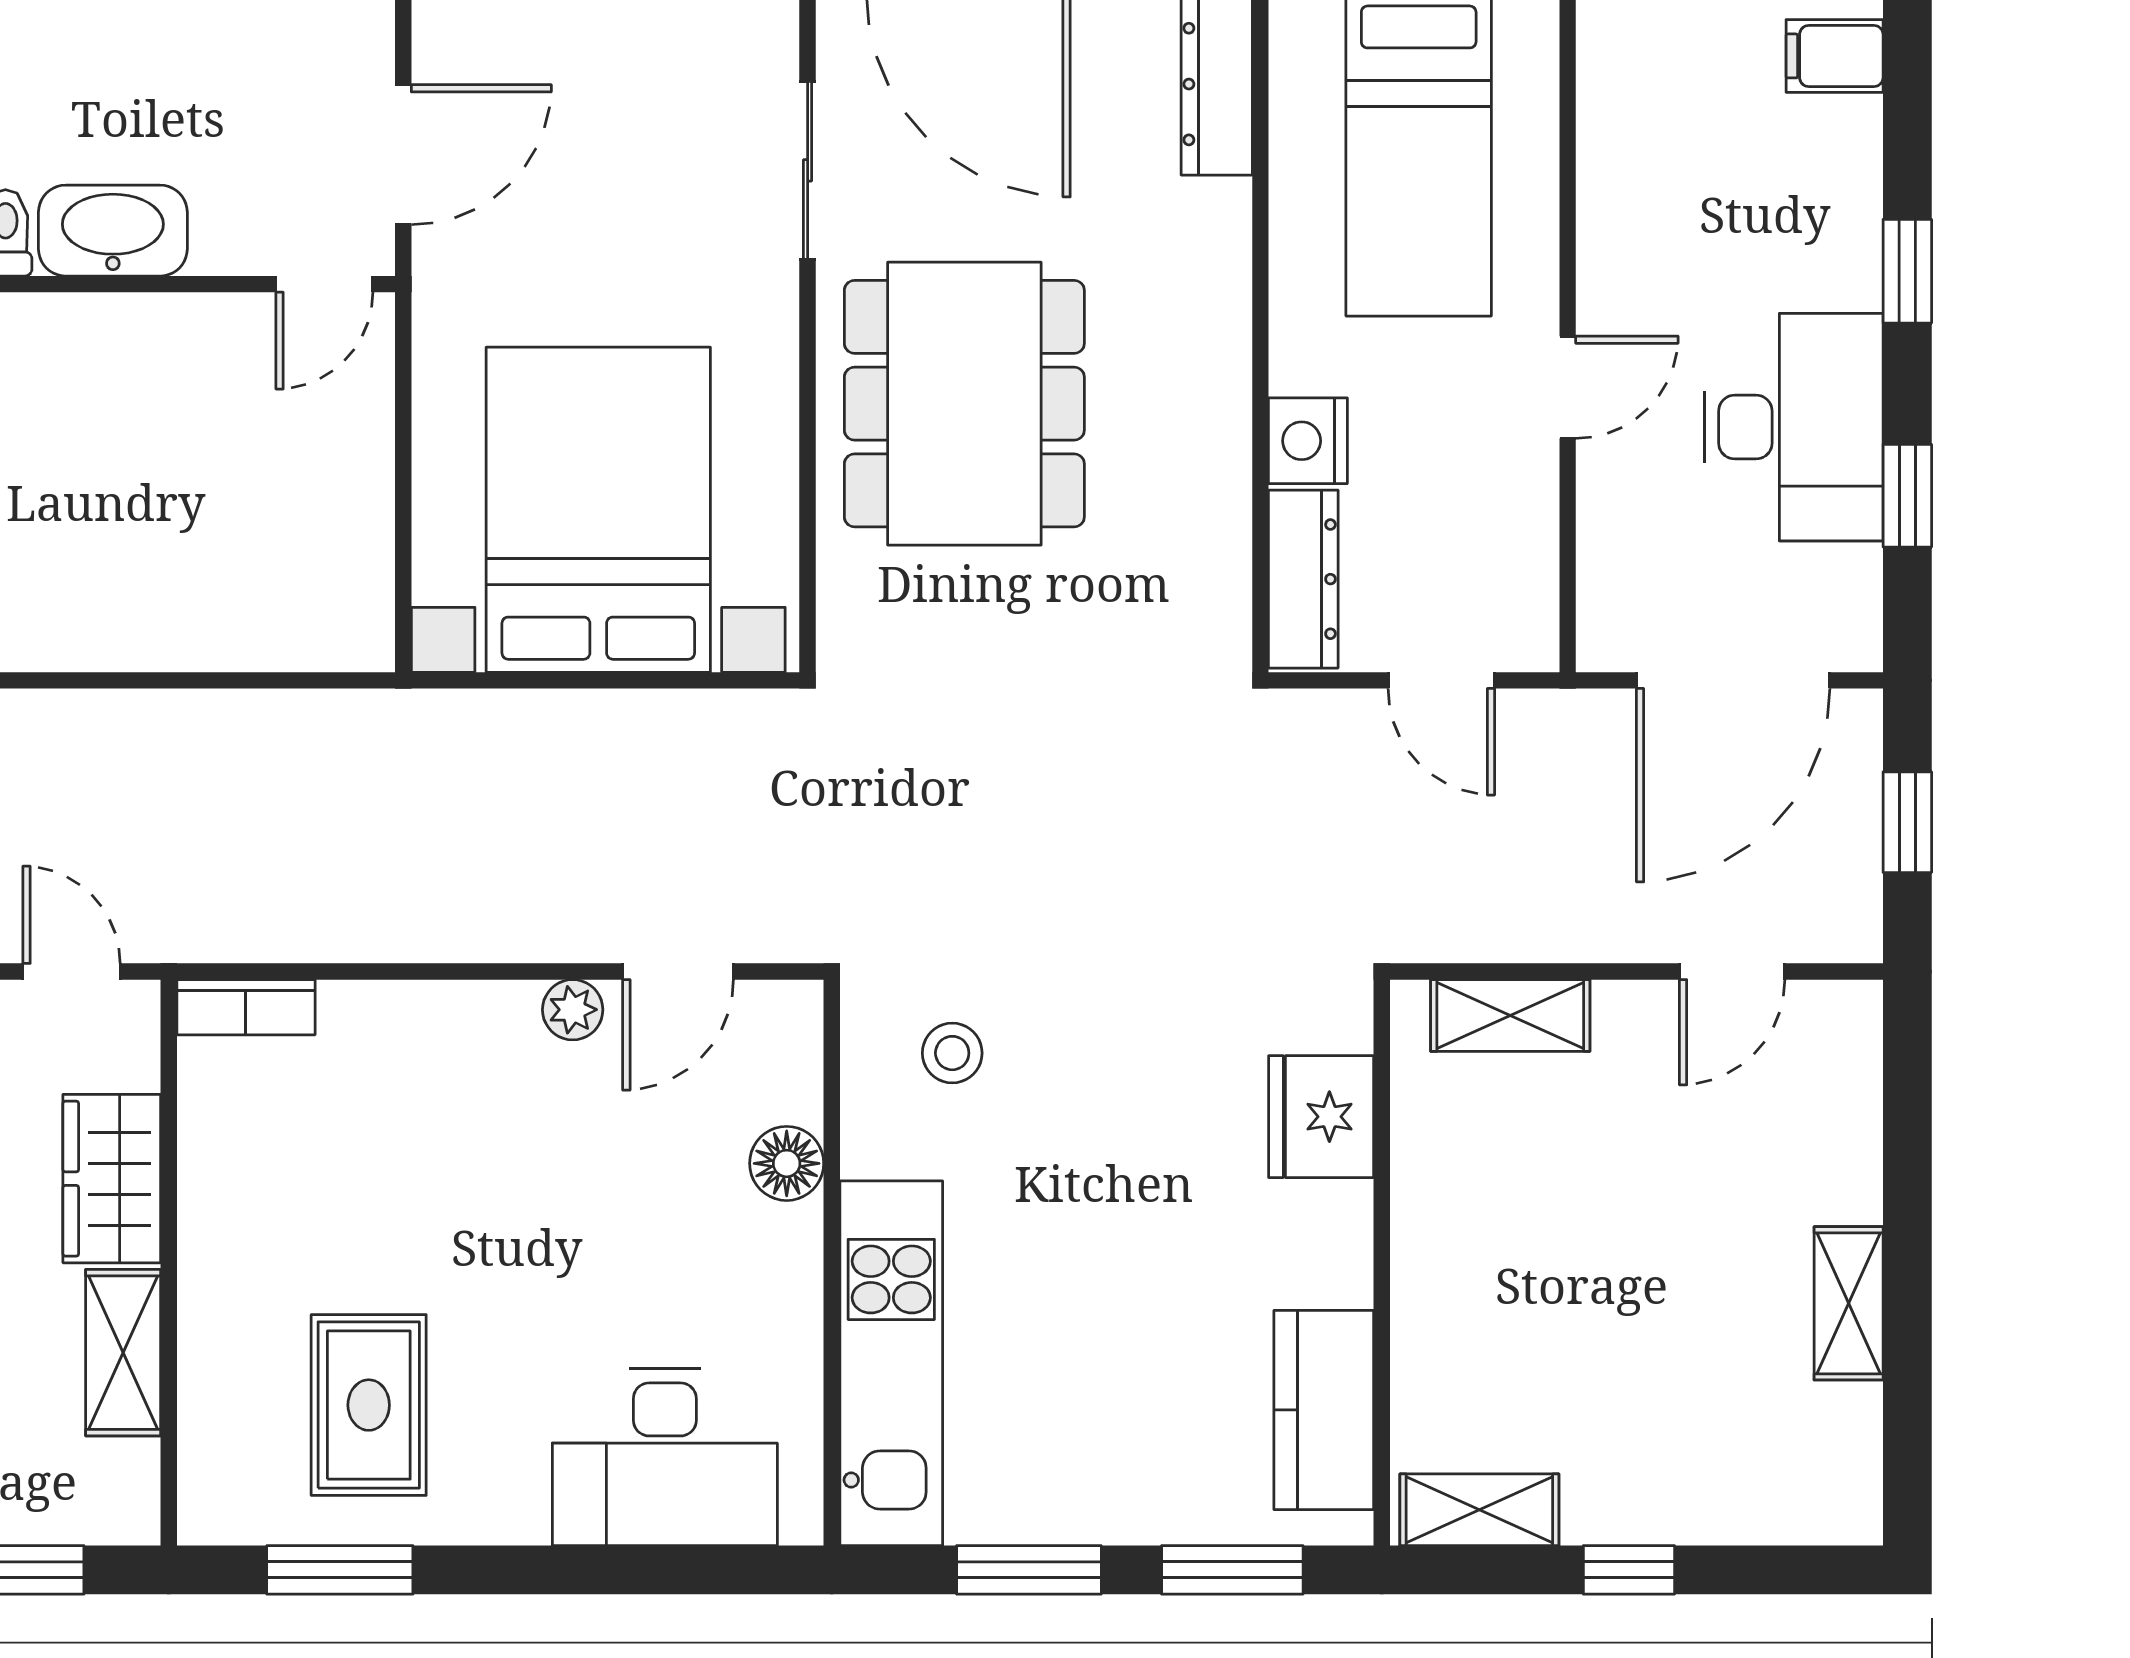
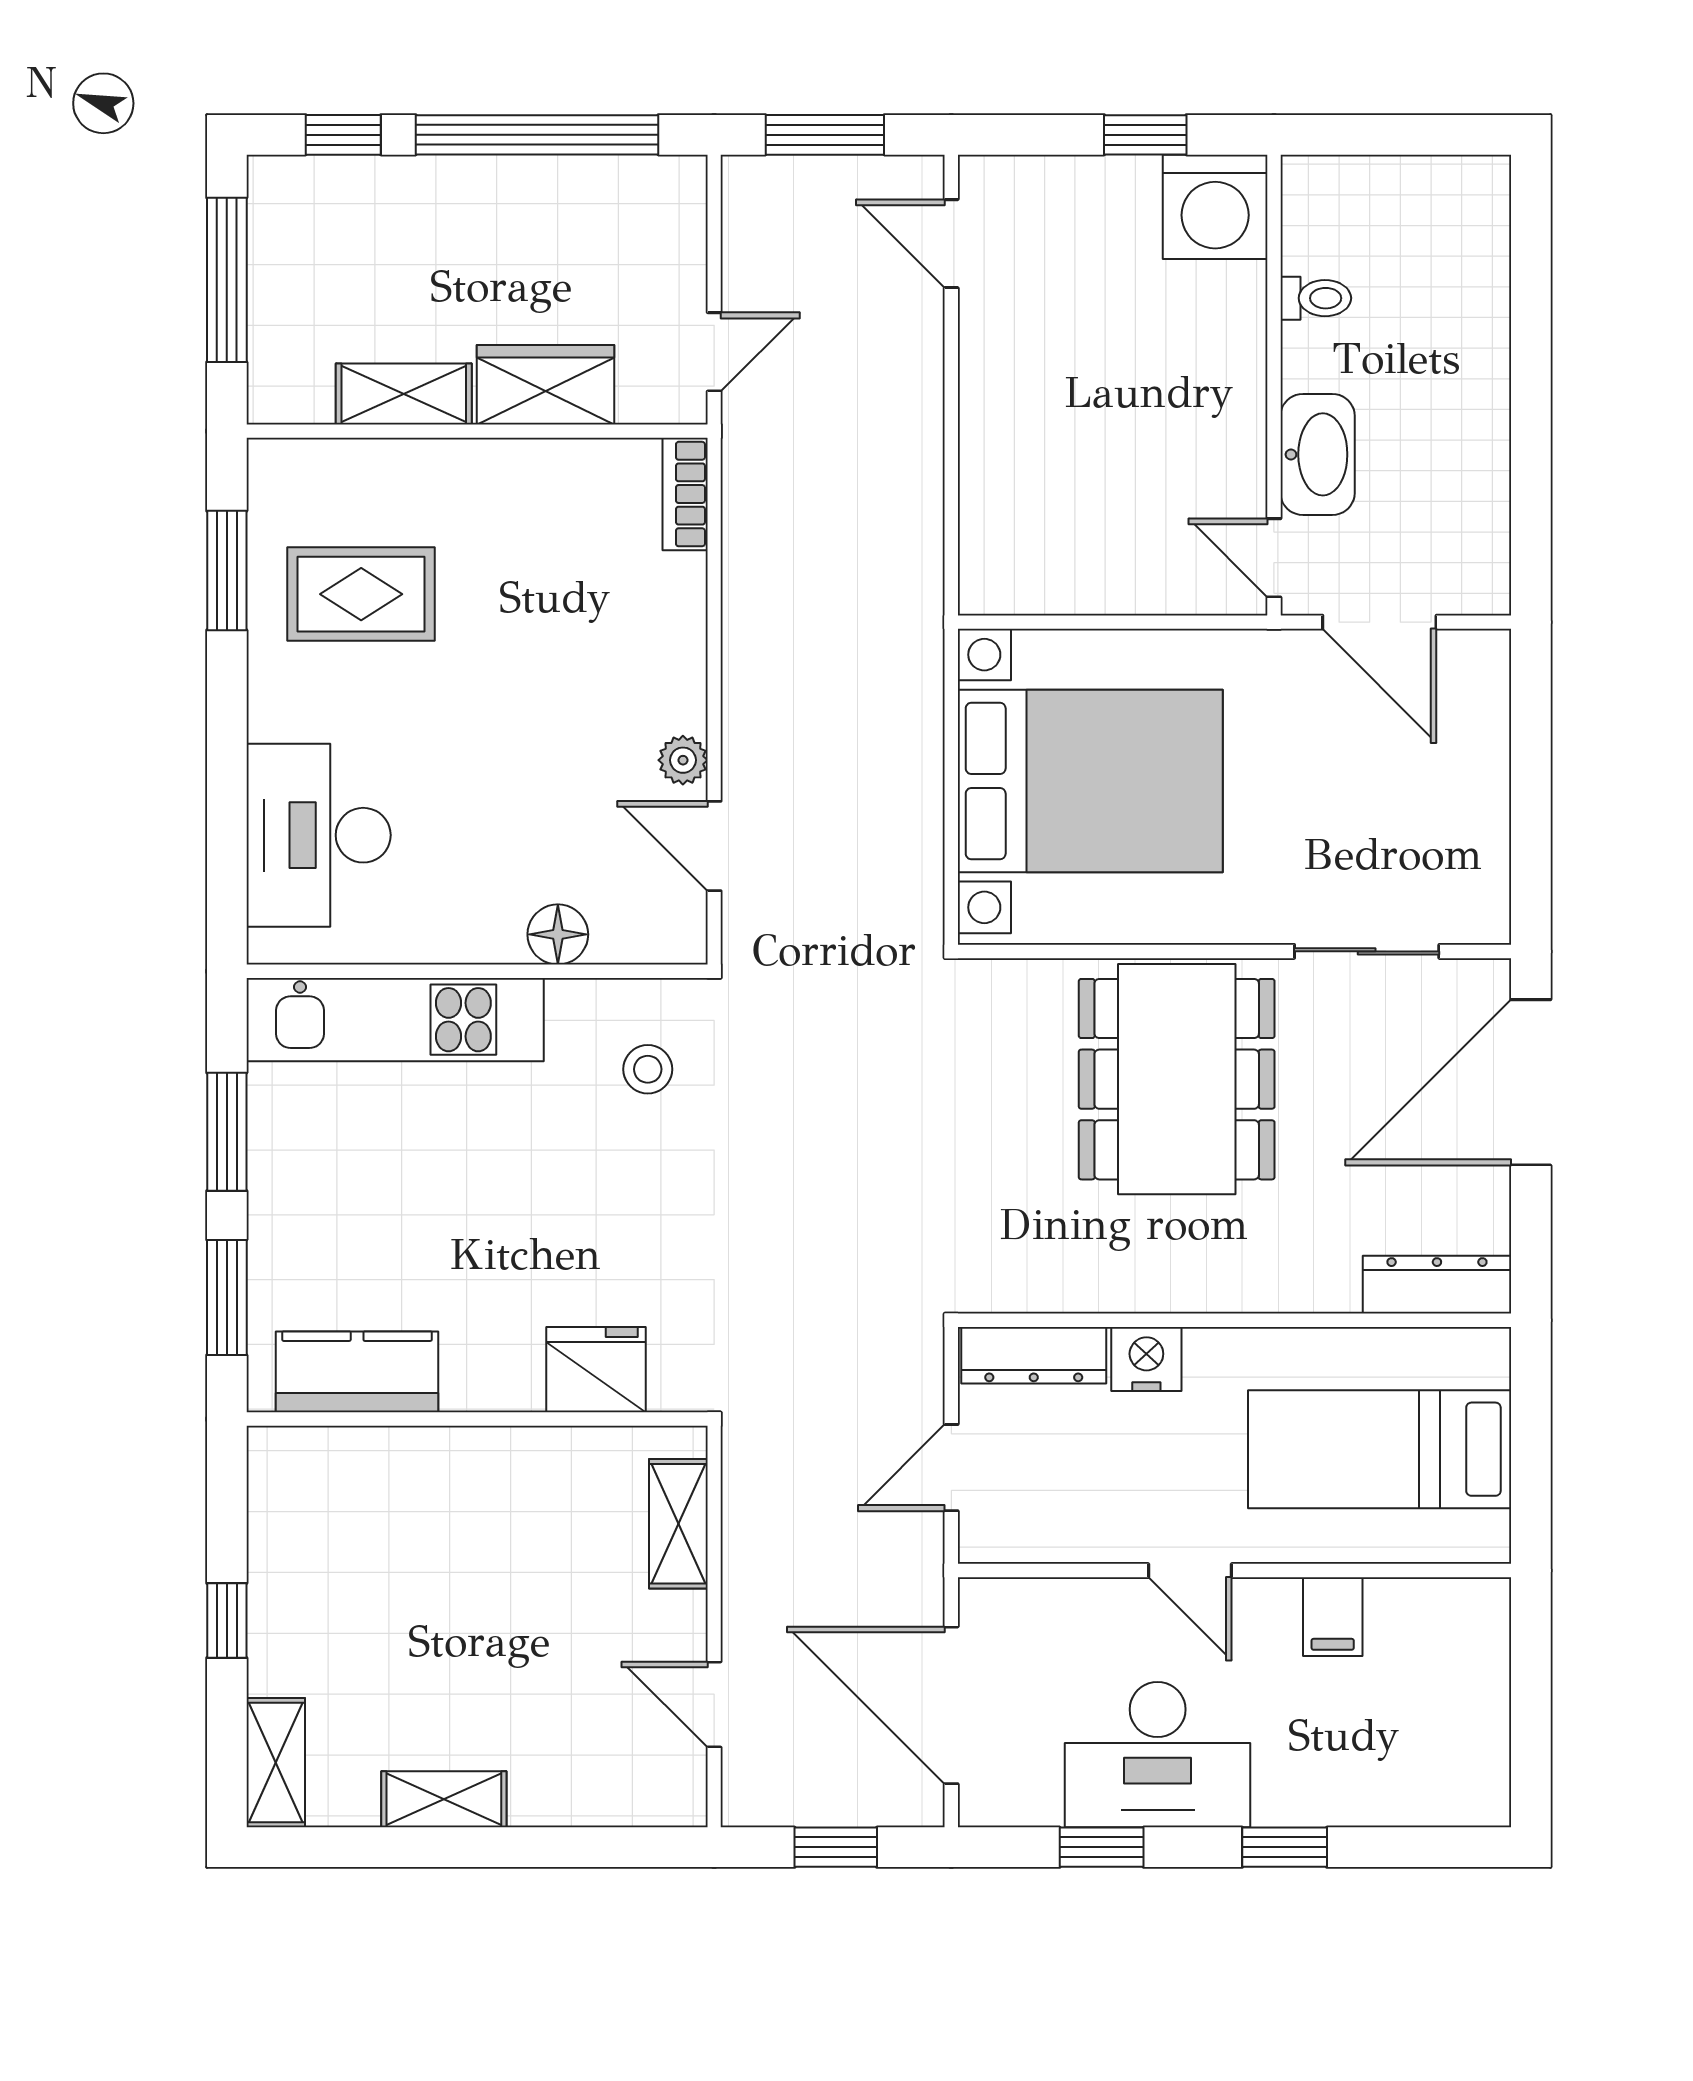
filing cabinet: (1835, 56) -> (1333, 1617), moved, turned 180
washbasin: (113, 231) -> (1318, 454), moved
dining table: (964, 404) -> (1177, 1079), turned 90
shelving: (1479, 1510) -> (276, 1763), moved

